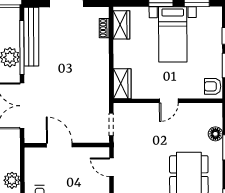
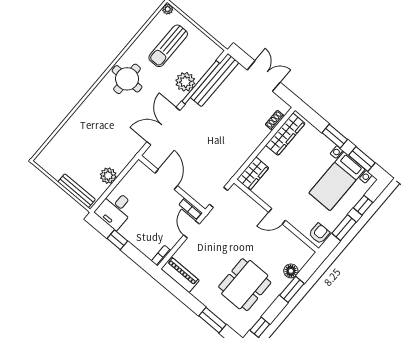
wardrobe: (121, 25) -> (285, 134), width x1.50
bed with nightstands: (173, 34) -> (337, 181), moved
armchair: (213, 86) -> (319, 233), turned 90
bookcase: (97, 152) -> (190, 209), added

